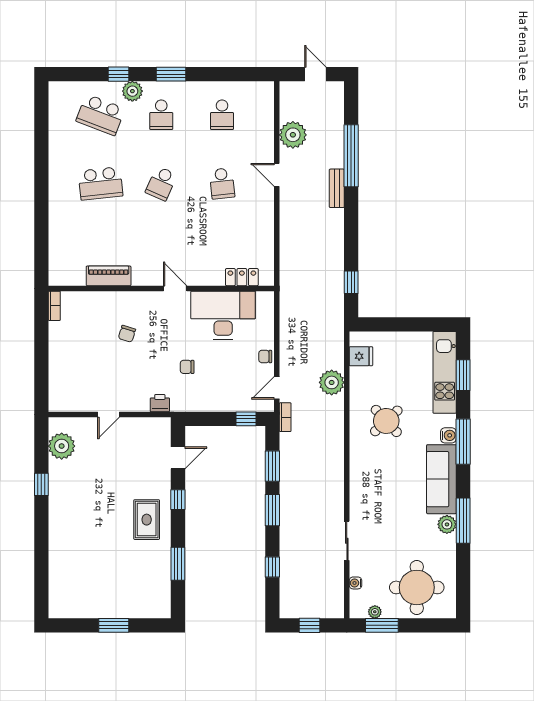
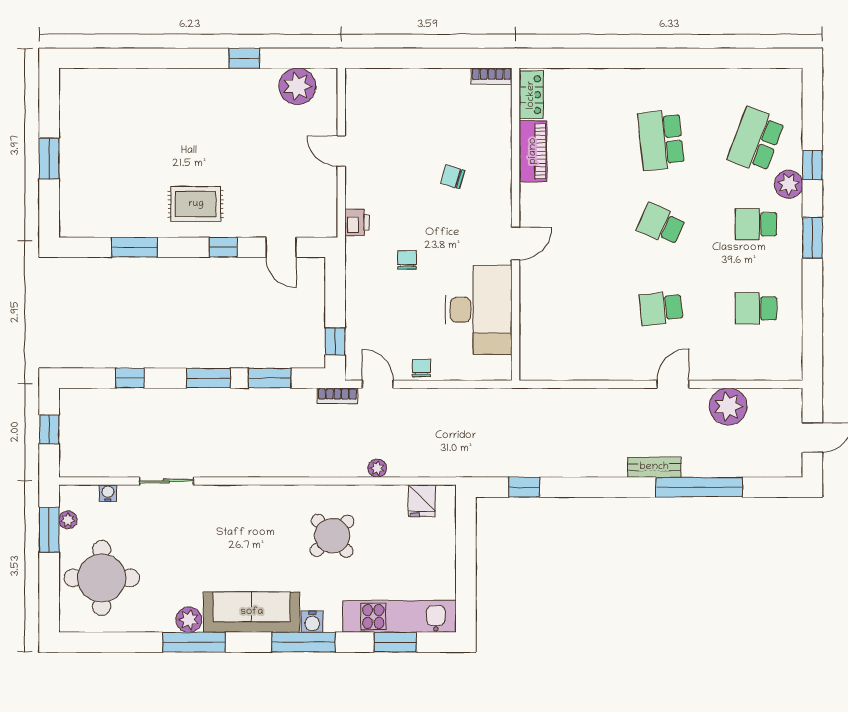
locker: (242, 277) -> (531, 95), moved
plant: (332, 382) -> (377, 468), width x0.53, depth x0.53

